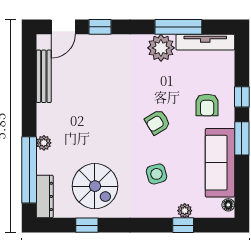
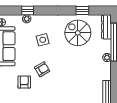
armchair: (207, 105) -> (24, 82), moved

